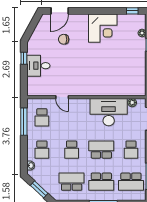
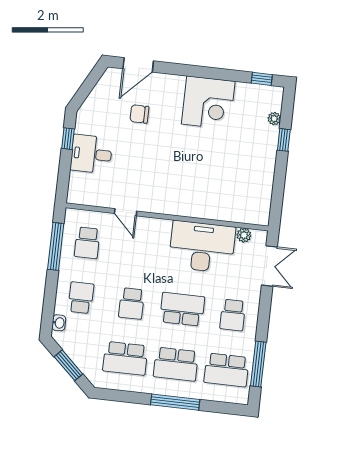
school desk: (42, 150) -> (81, 298), turned 180
school desk: (72, 182) -> (125, 358), turned 180

